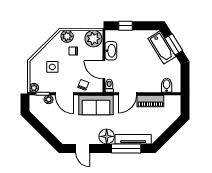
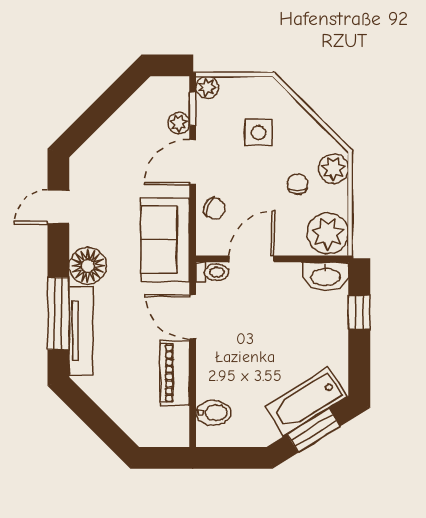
washbasin: (111, 51) -> (326, 276), moved

